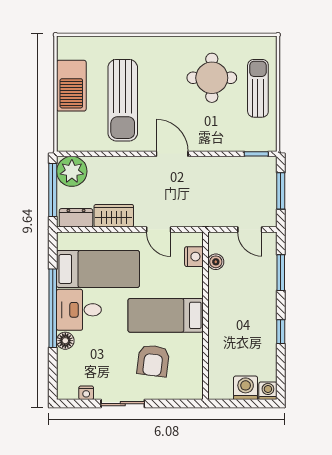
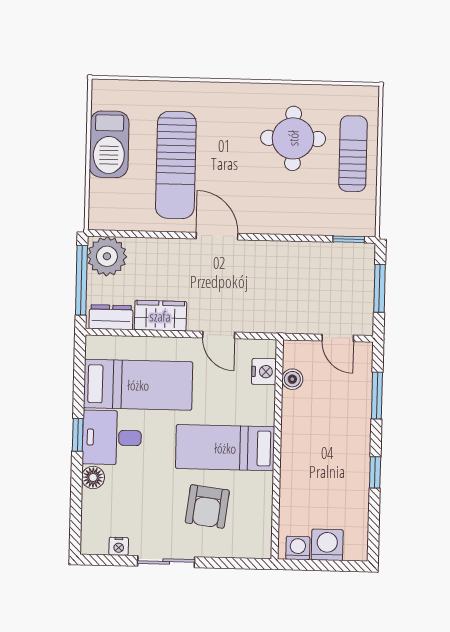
door: (172, 154) -> (217, 236), moved
window: (53, 308) -> (78, 435), width x0.32
washing machine: (268, 391) -> (298, 548), moved

